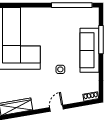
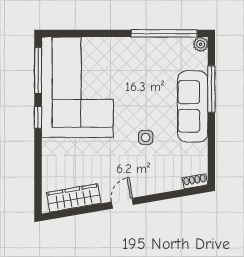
plant: (94, 12) -> (201, 44), added
door: (56, 108) -> (122, 203), moved

